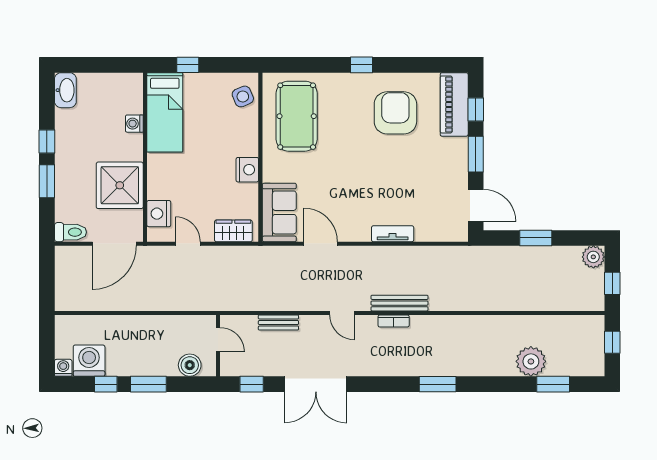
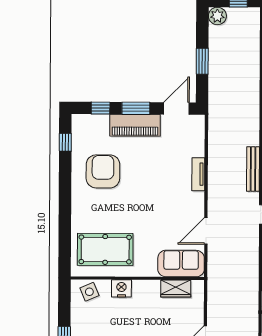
window: (362, 65) -> (65, 142), moved
piano: (454, 104) -> (135, 125), moved
armchair: (395, 113) -> (103, 171), turned 90
nightstand: (247, 170) -> (121, 288), moved
wardrobe: (233, 231) -> (176, 289), moved, turned -90

